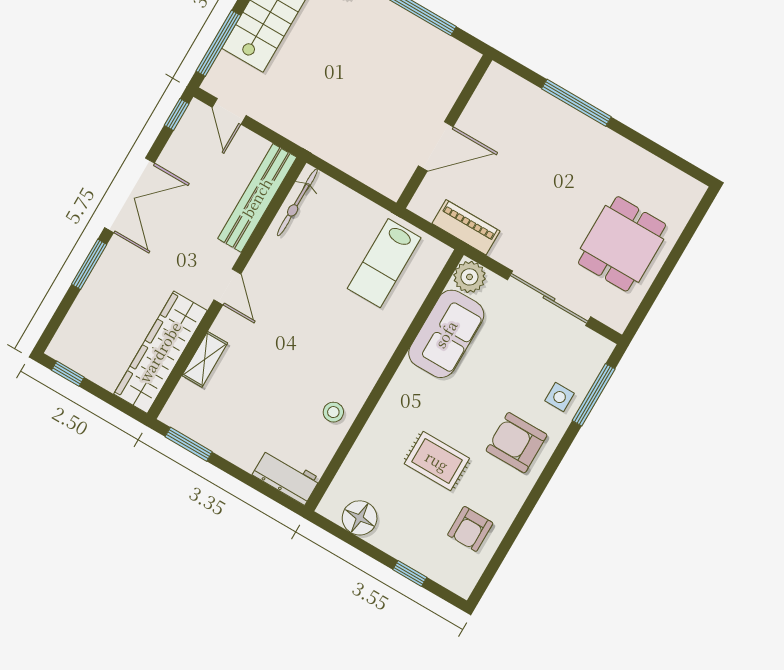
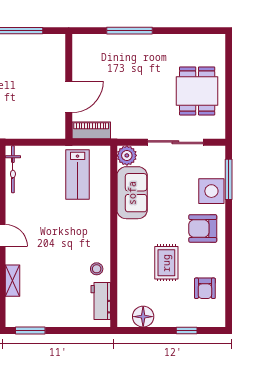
piano: (466, 227) -> (91, 130), moved
side table: (560, 397) -> (211, 191), width x1.87, depth x1.87
rug: (437, 461) -> (166, 263), turned 90
workbench: (286, 477) -> (101, 301), moved, turned -90

